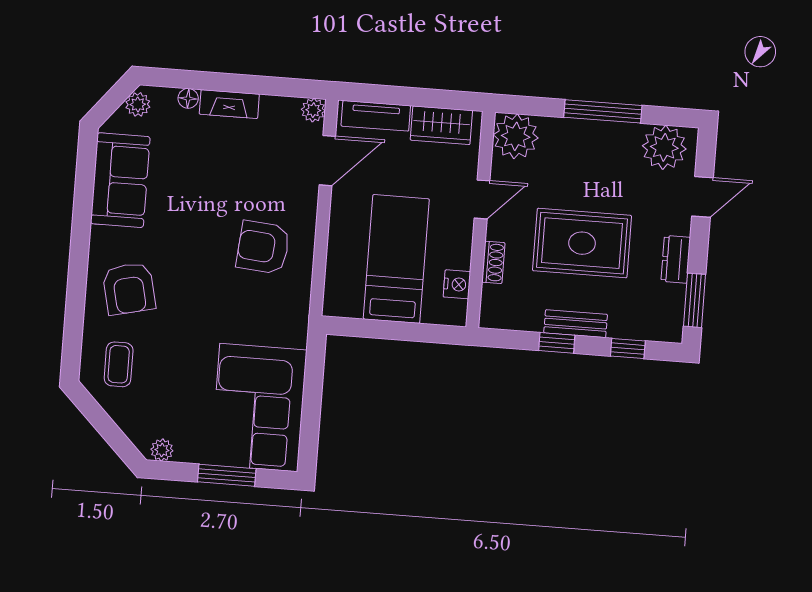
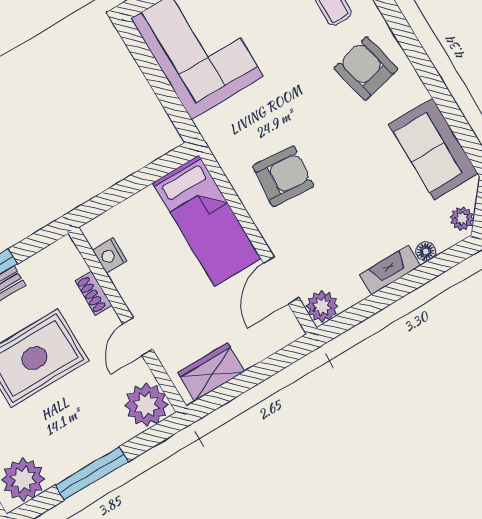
plant: (313, 110) -> (322, 306), width x1.38, depth x1.38
tv unit: (376, 116) -> (268, 343), removed
bed: (396, 259) -> (207, 221), moved

